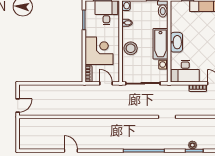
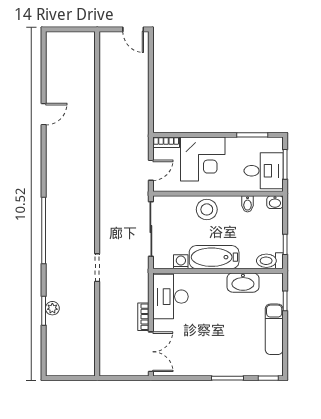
washbasin: (176, 42) -> (243, 283), moved
door: (18, 106) -> (133, 29), moved

